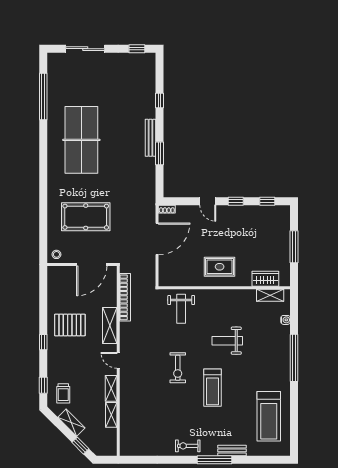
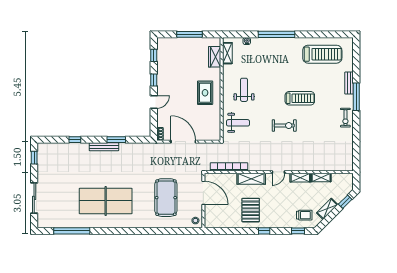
weight bench: (227, 341) -> (244, 90), moved, turned 180

